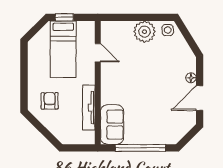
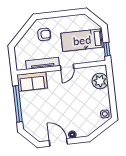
window: (64, 17) -> (107, 49), moved
plant: (144, 32) -> (100, 81), moved
door: (98, 53) -> (67, 67), moved

